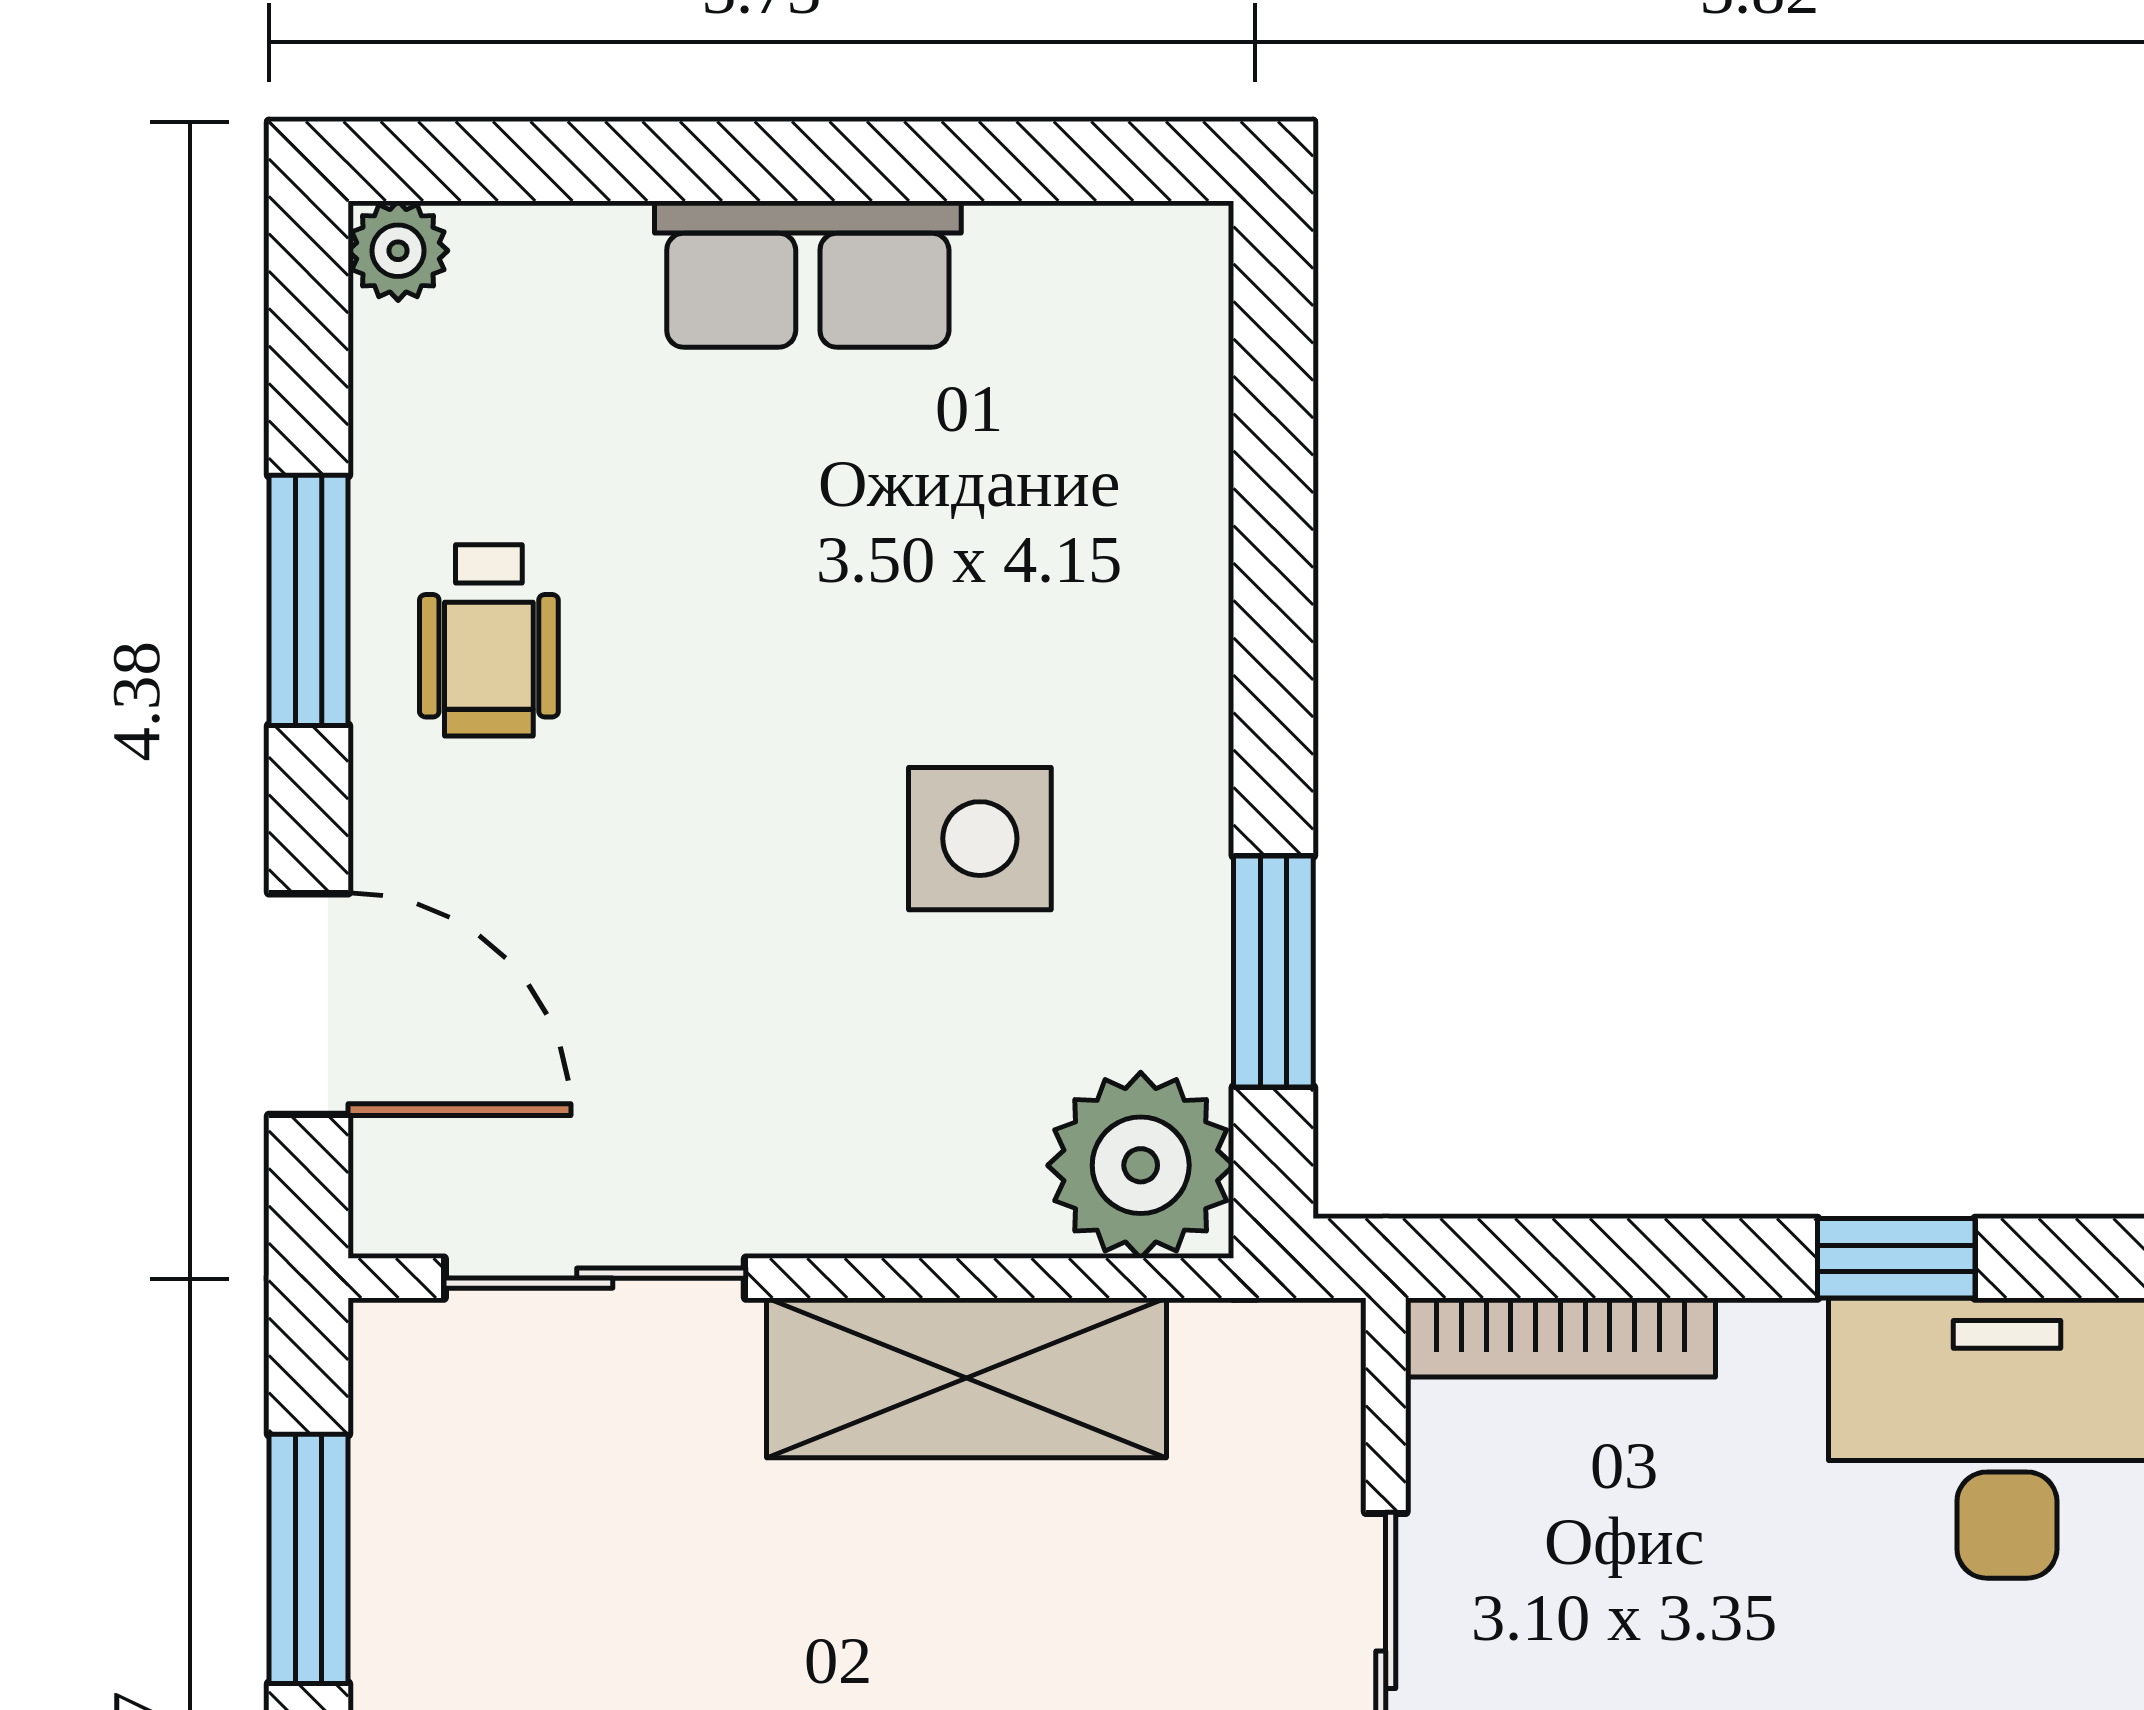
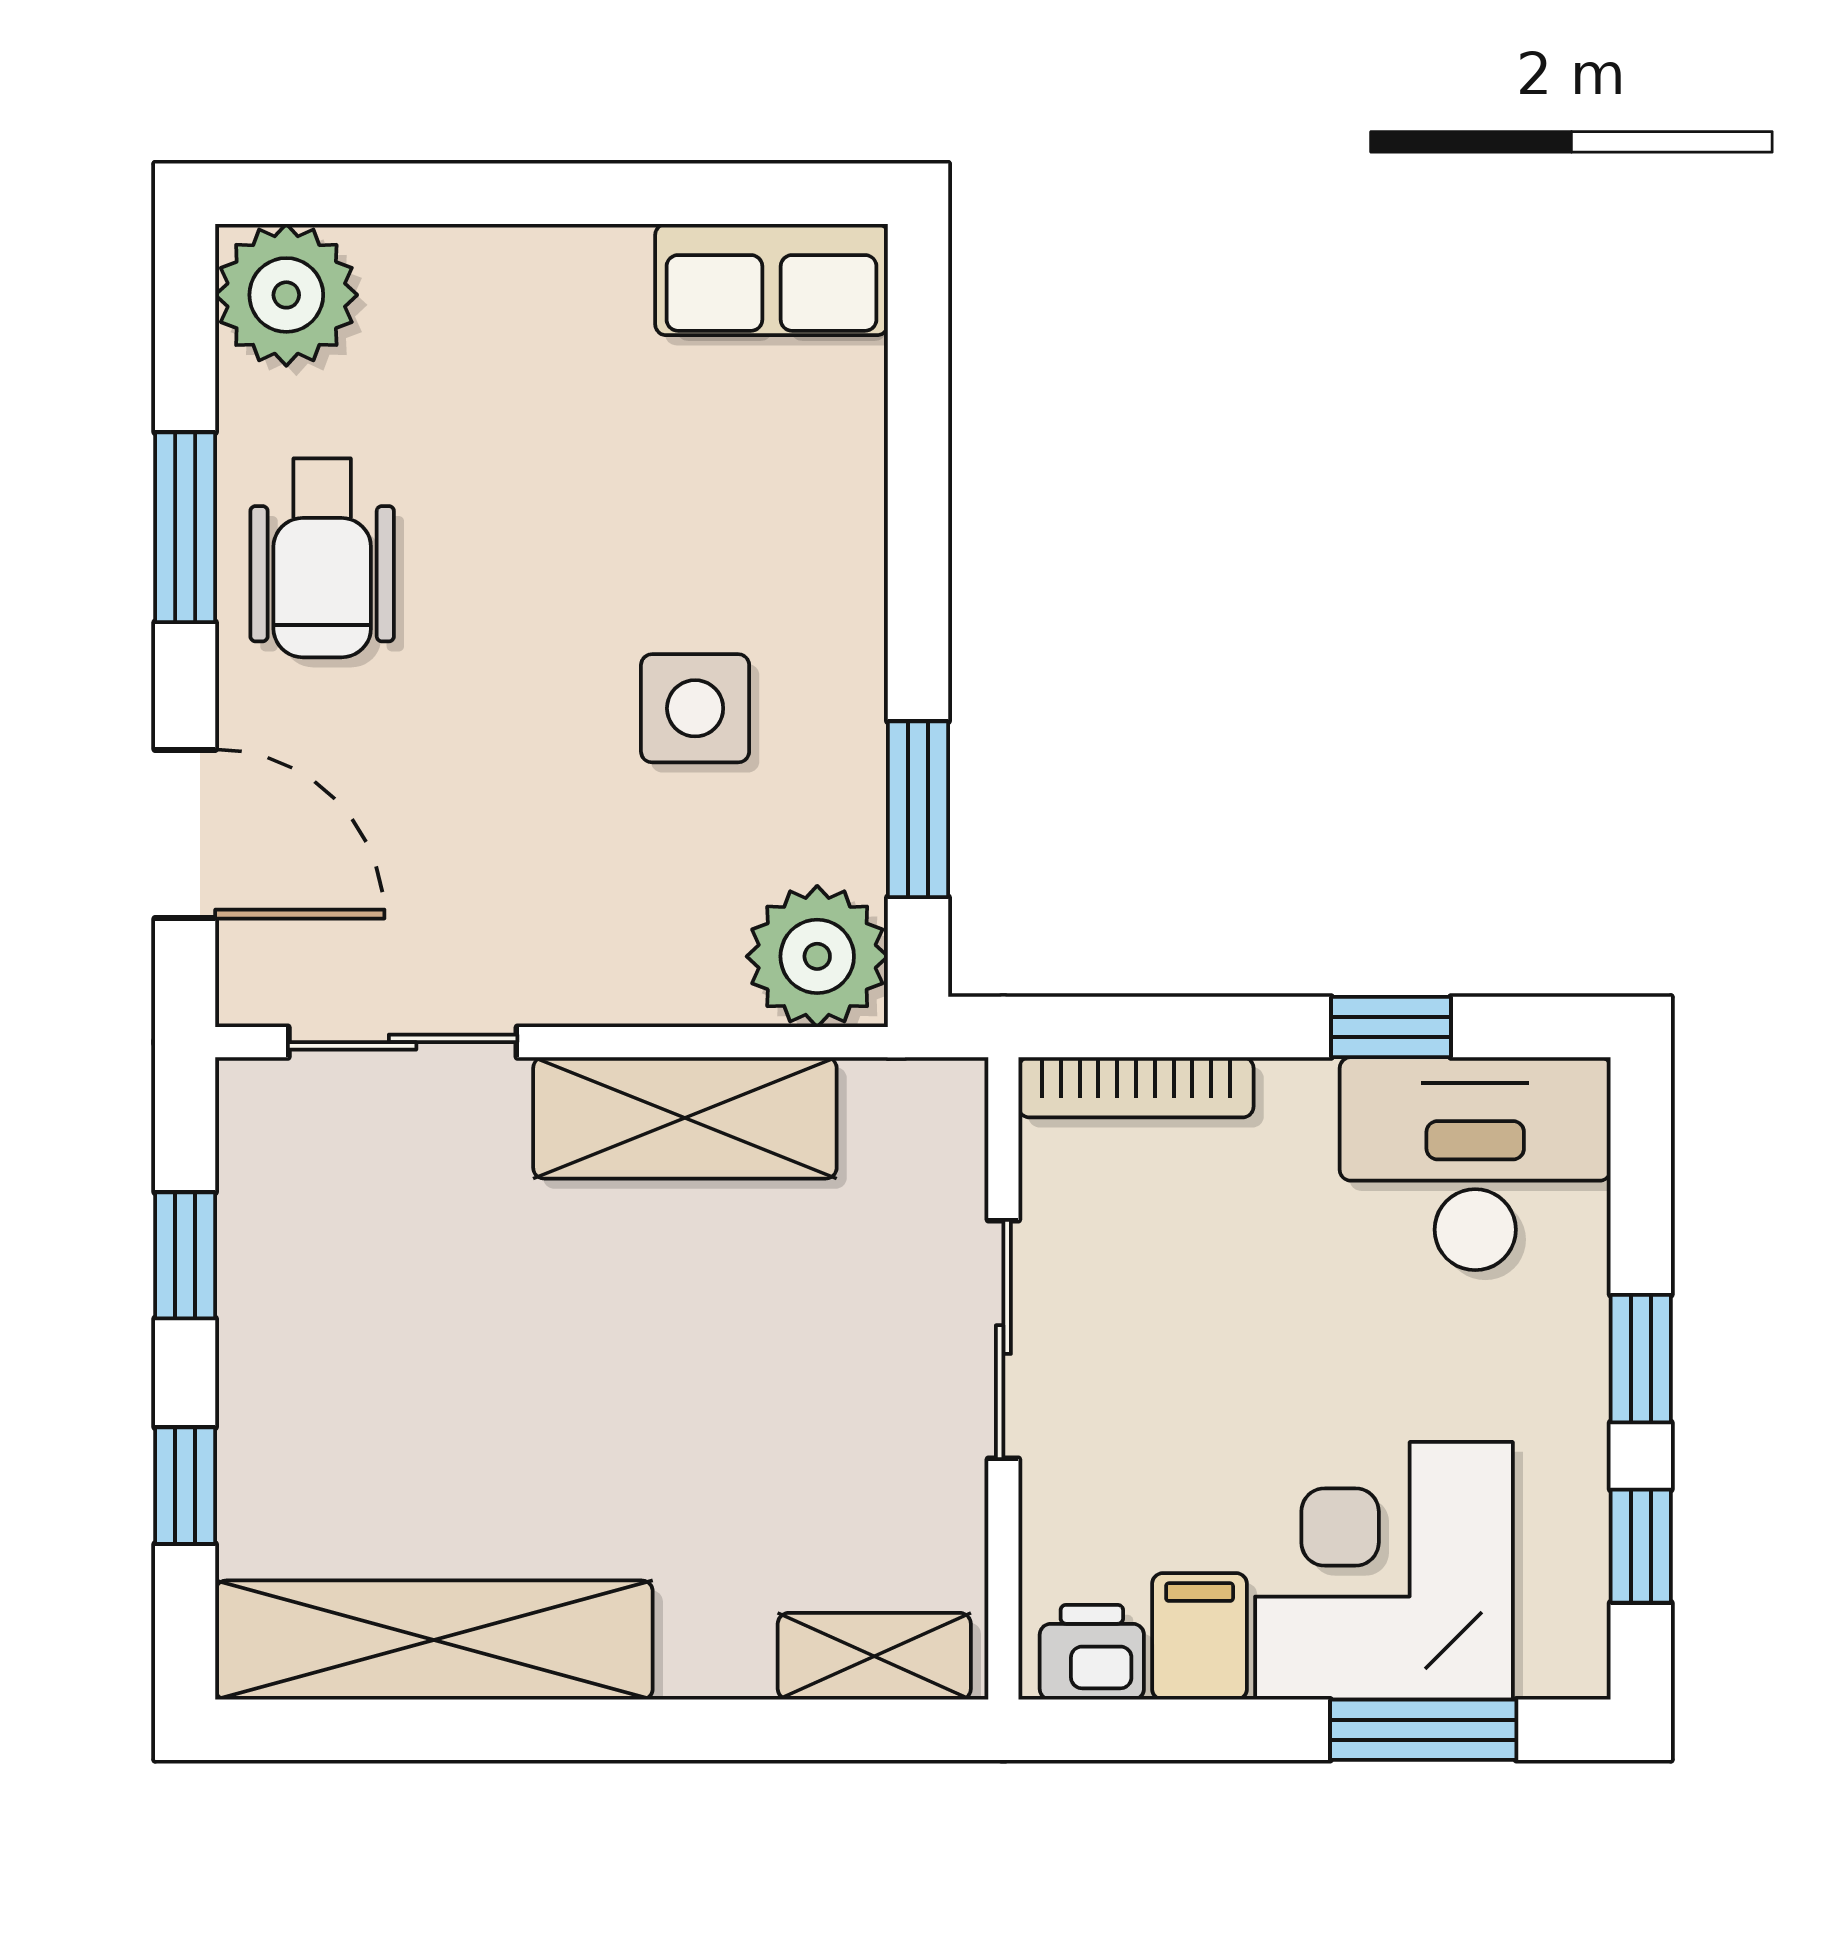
plant: (398, 251) -> (286, 295), width x1.87, depth x1.87
row of seats: (808, 274) -> (772, 280), moved
wheelchair: (489, 640) -> (322, 558), width x1.36, depth x1.37
window: (308, 1559) -> (185, 1255), width x0.67

